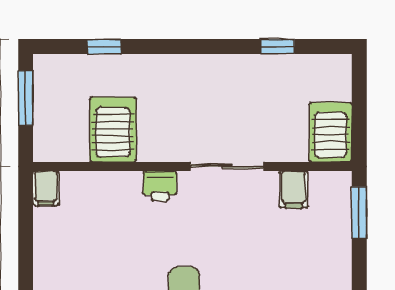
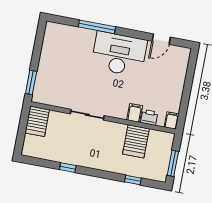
window: (277, 47) -> (68, 168), moved
printer: (160, 186) -> (149, 117), moved
filing cabinet: (294, 190) -> (135, 113), moved

